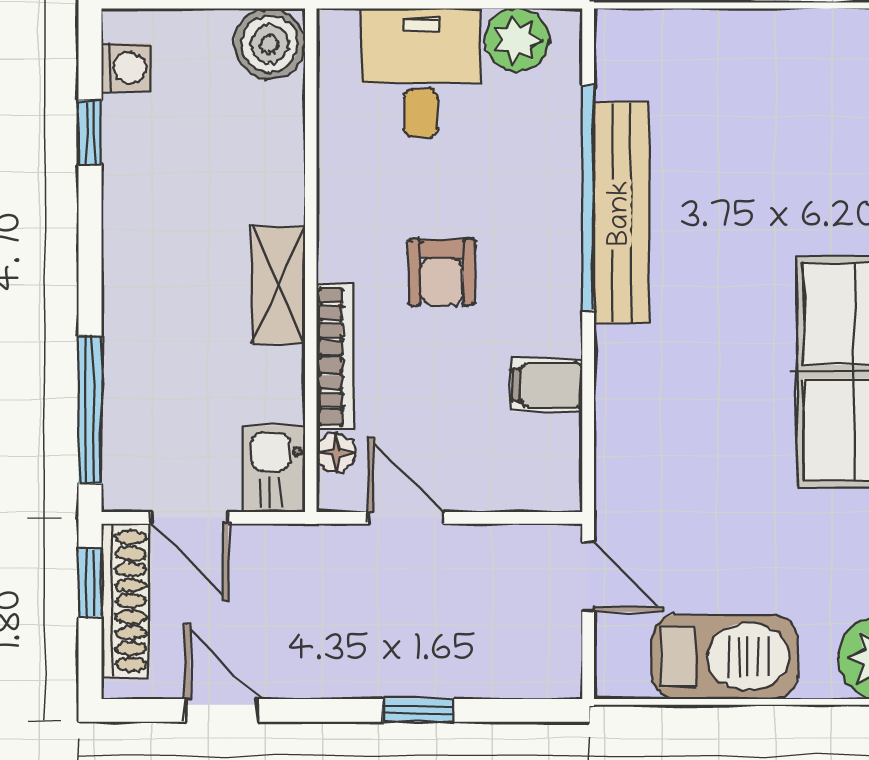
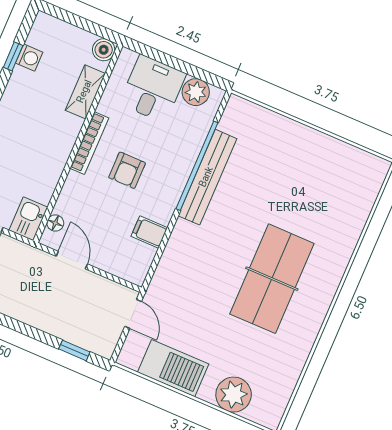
boiler: (270, 44) -> (104, 50), width x0.73, depth x0.73
washing machine: (126, 68) -> (29, 58), moved
shelving: (279, 285) -> (85, 92), moved
bookcase: (335, 356) -> (89, 143), moved
window: (418, 710) -> (74, 350), moved

